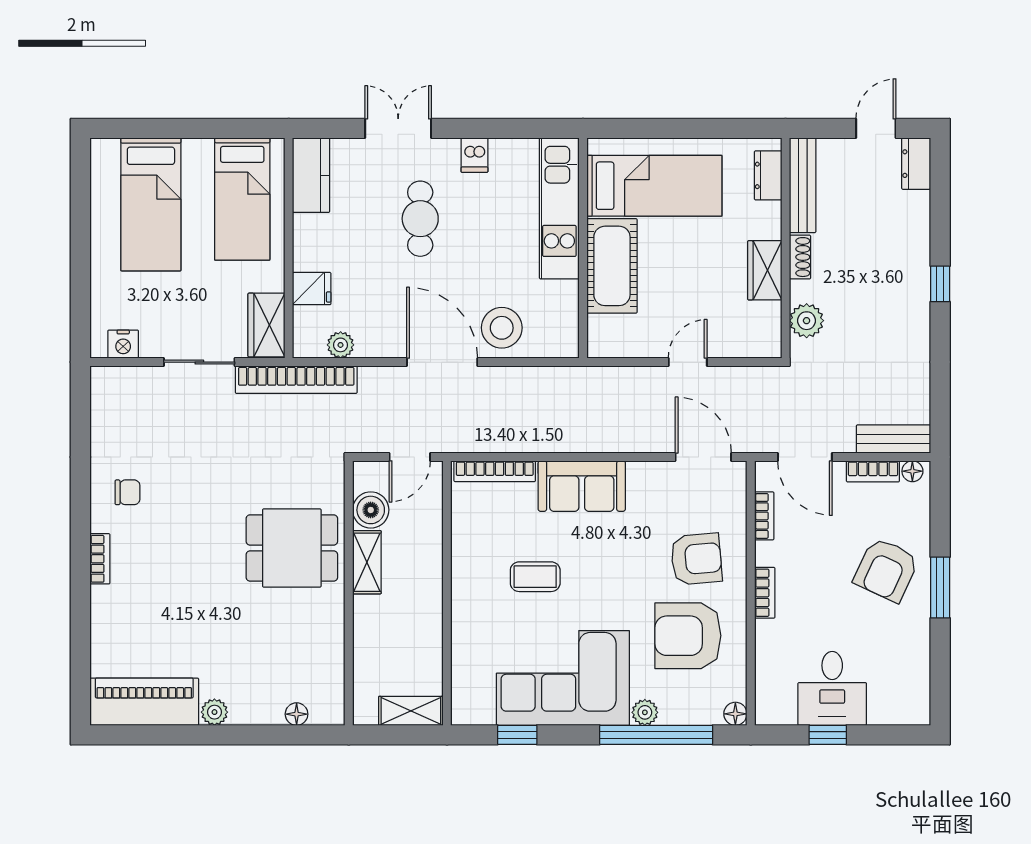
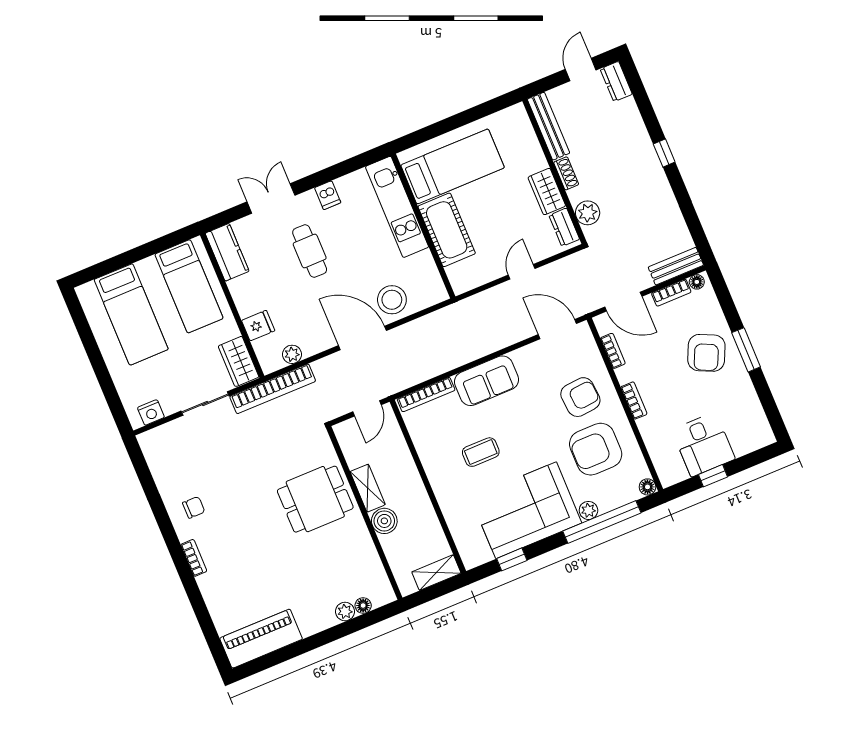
dresser: (768, 175) -> (564, 227), moved
boiler: (371, 510) -> (384, 521), moved
plant: (214, 712) -> (345, 612), moved

